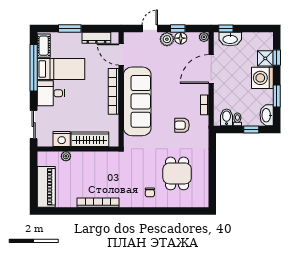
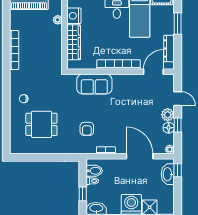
sofa: (137, 101) -> (94, 84), width x0.54, depth x0.79
armchair: (182, 125) -> (87, 129), turned 180

